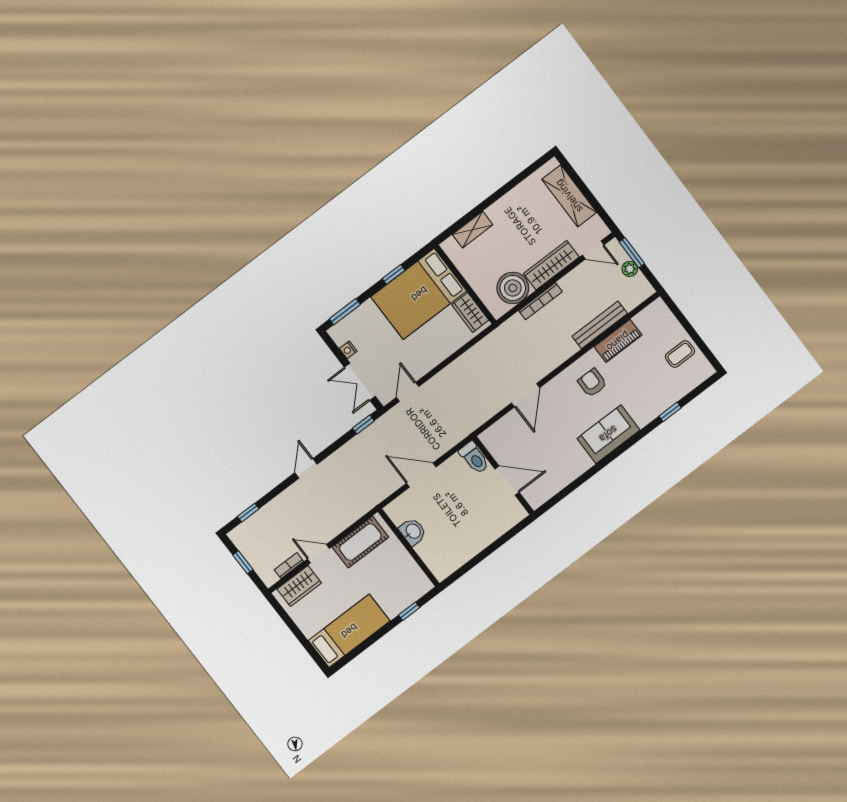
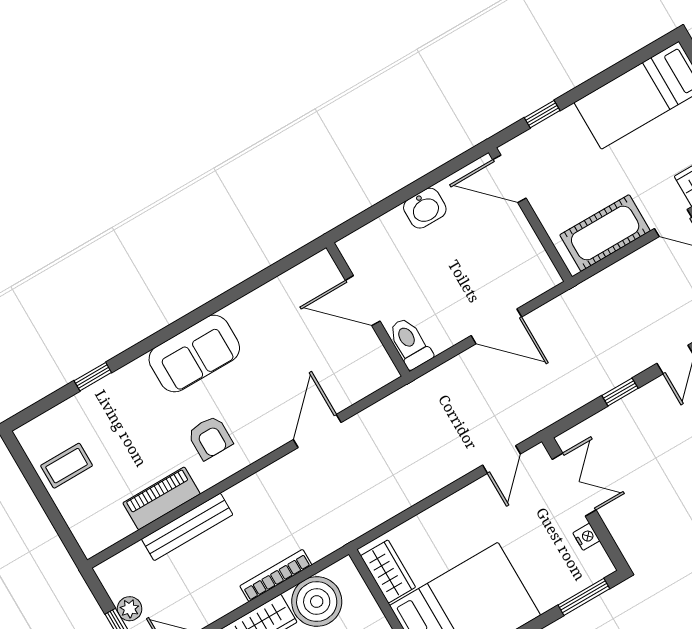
window: (363, 425) -> (620, 392), moved
washbasin: (413, 532) -> (425, 208), moved, turned -90
door: (425, 568) -> (509, 179), added

